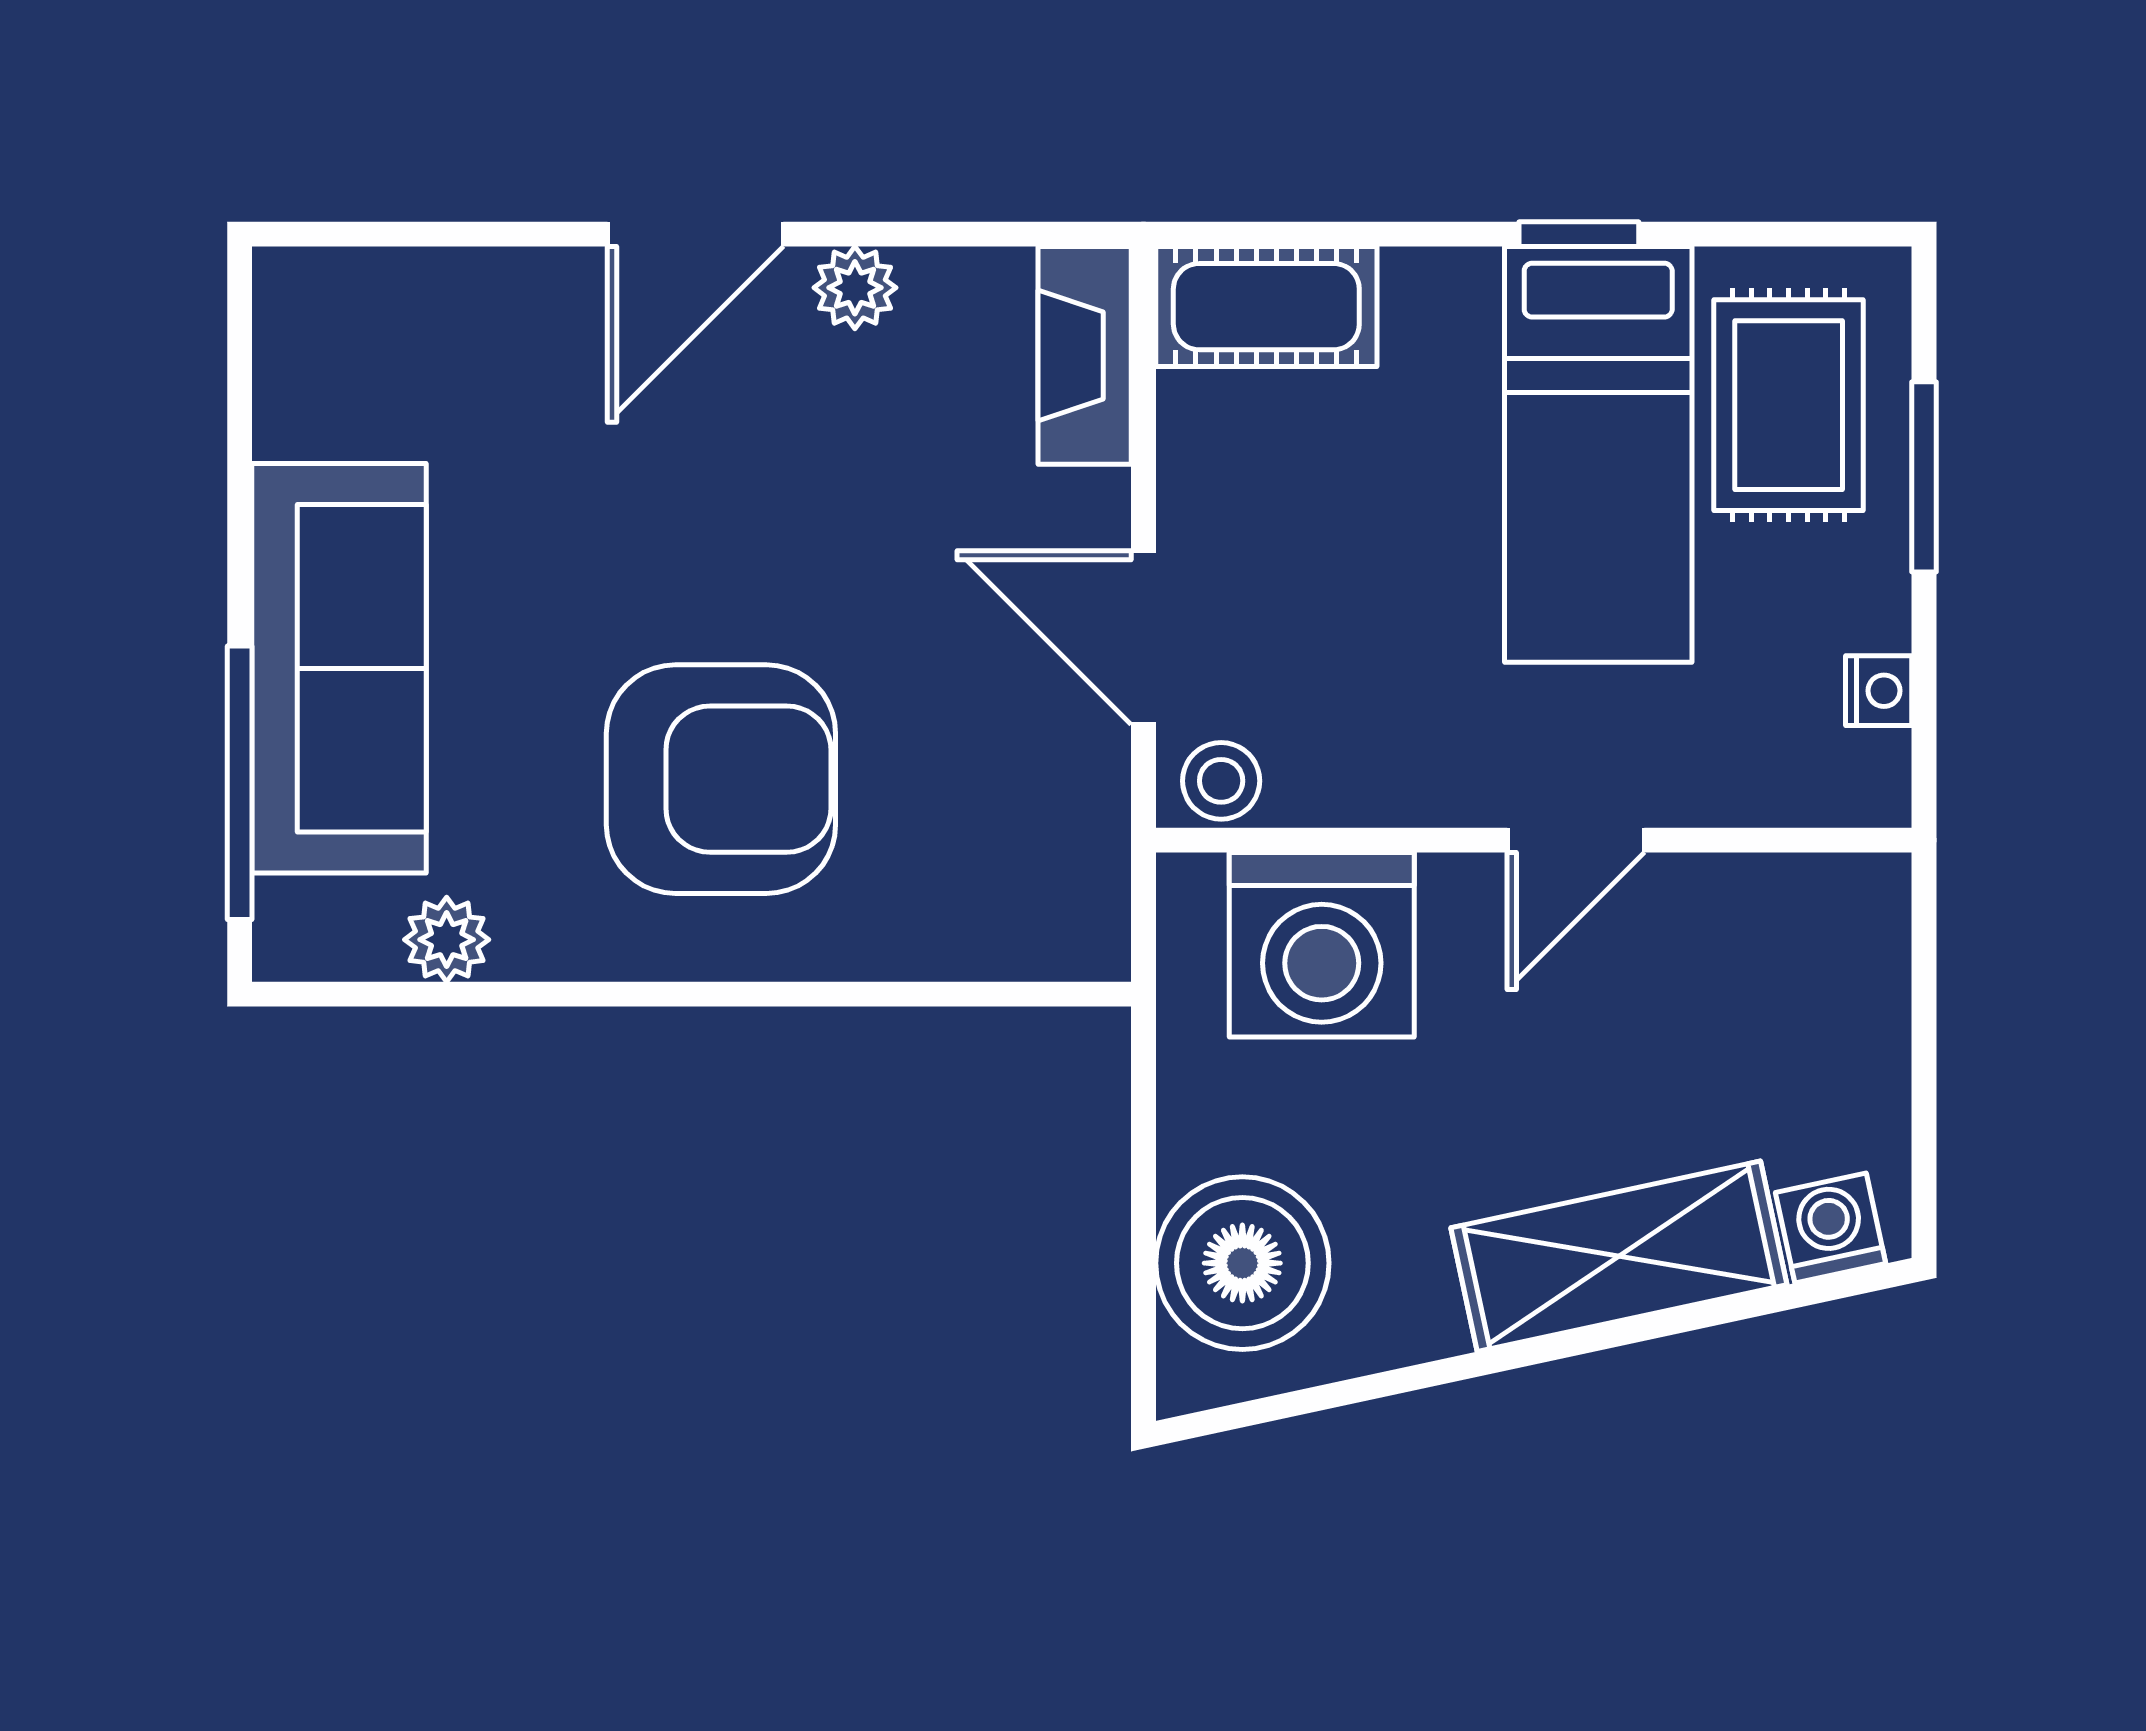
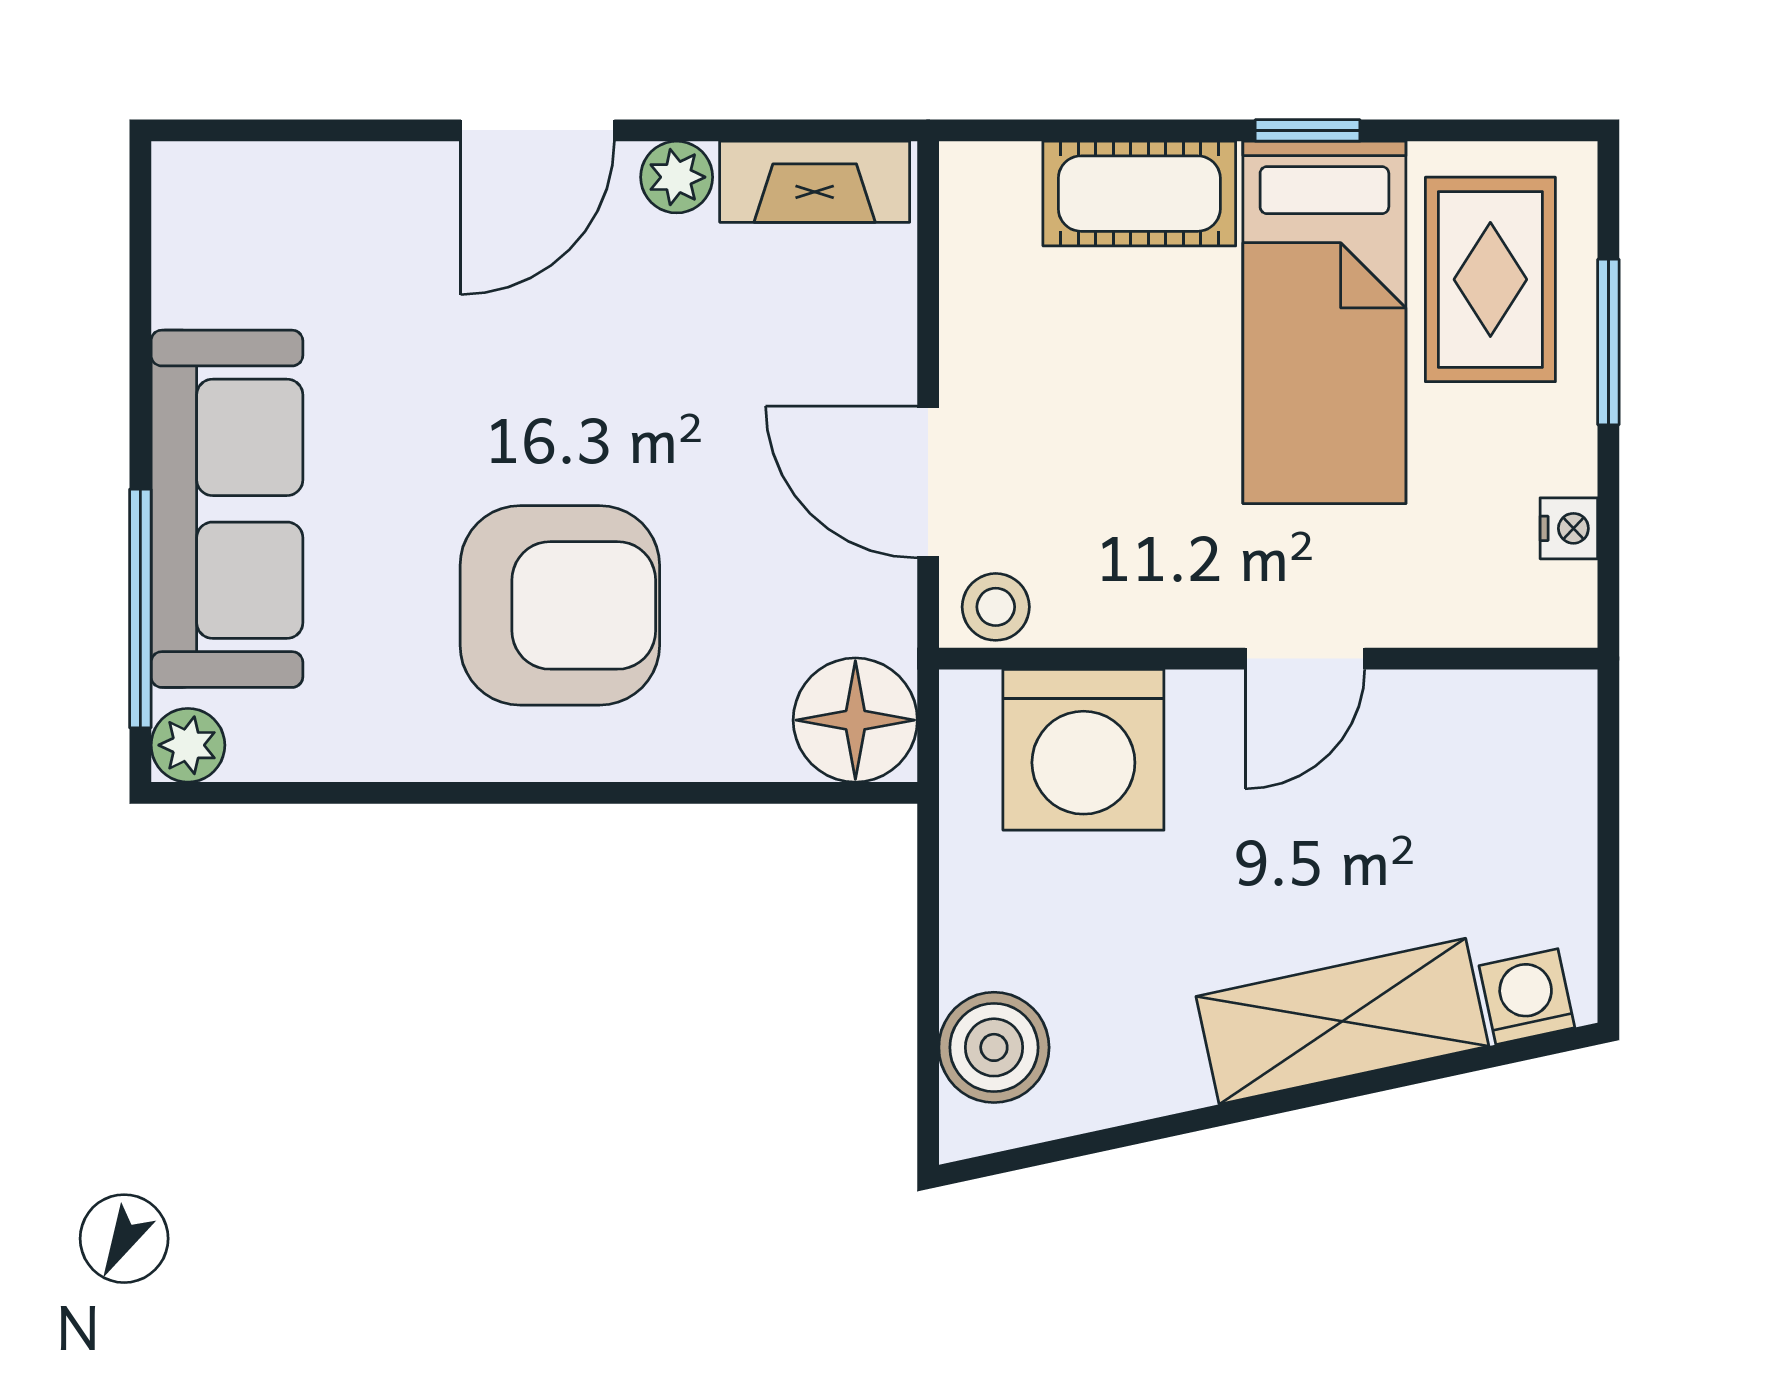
cot: (1266, 307) -> (1139, 194), moved
fireplace: (1085, 355) -> (815, 182), moved, turned -90
floor lamp: (1060, 911) -> (855, 720), added
plant: (447, 940) -> (188, 745), moved
boiler: (1242, 1263) -> (994, 1047), width x0.73, depth x0.73

